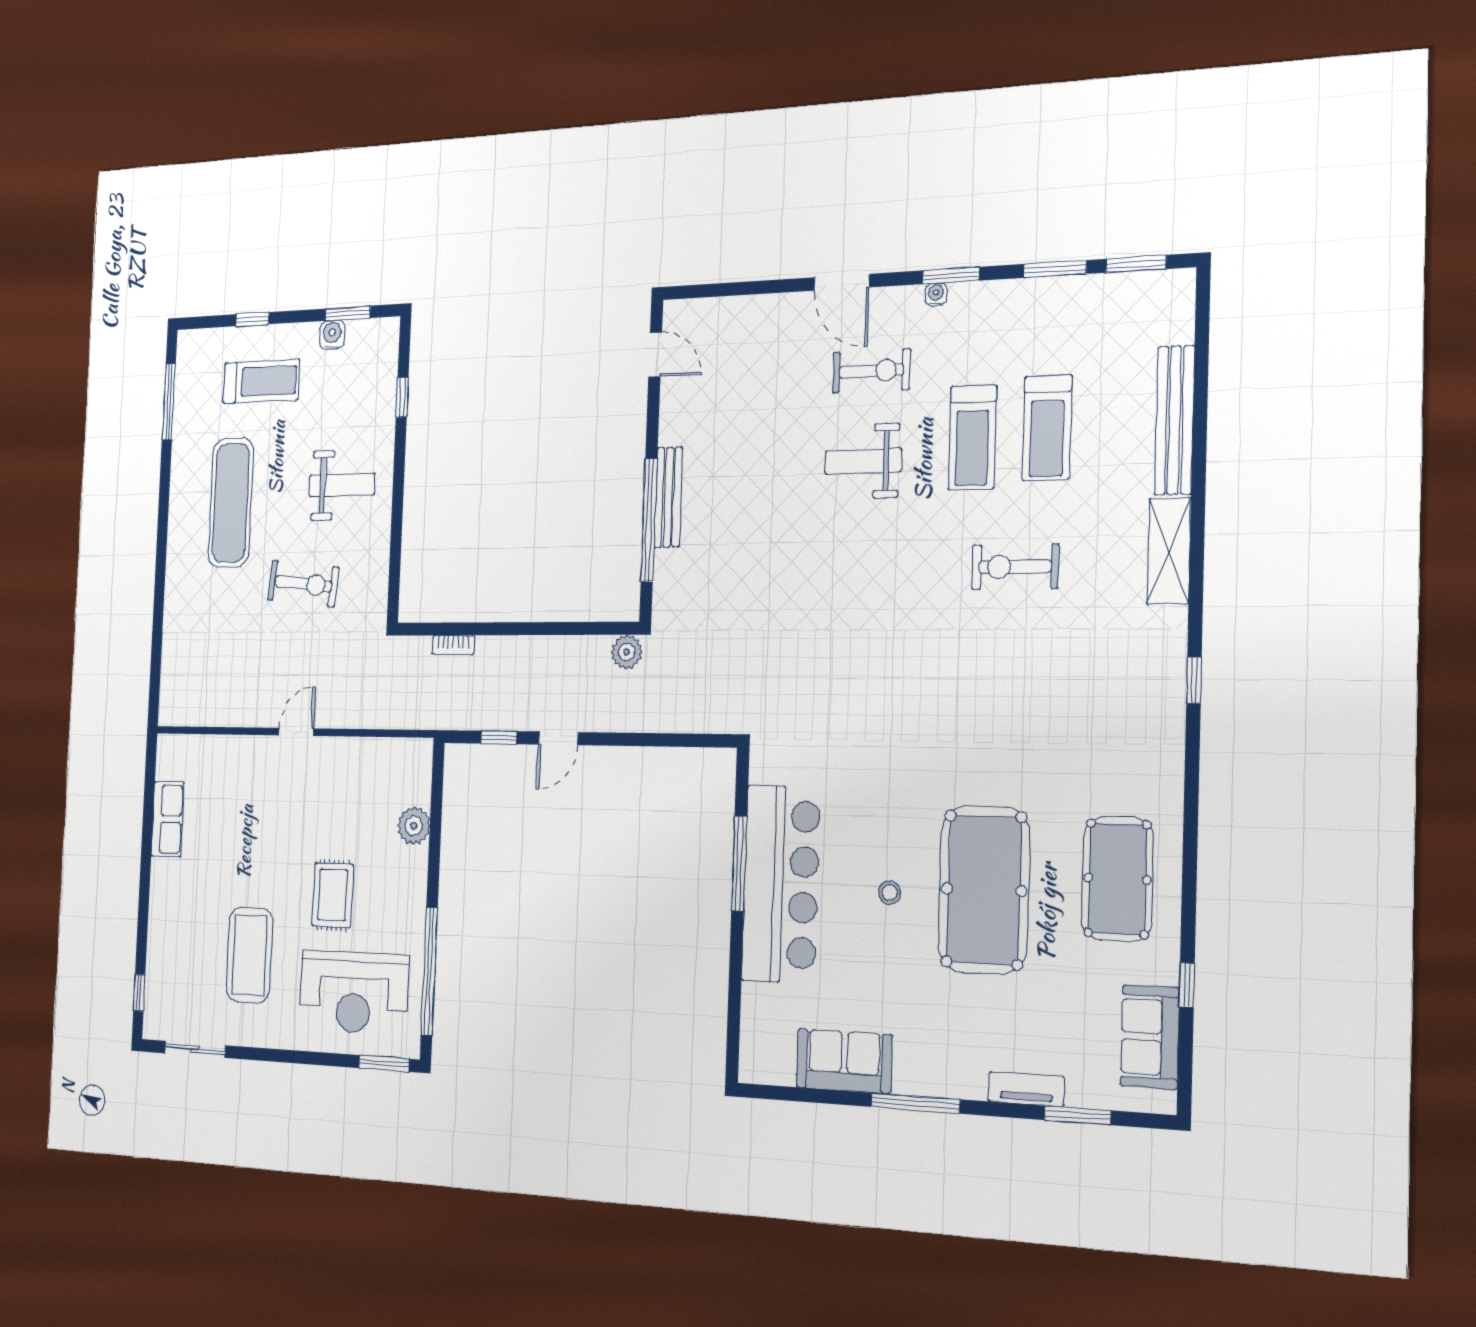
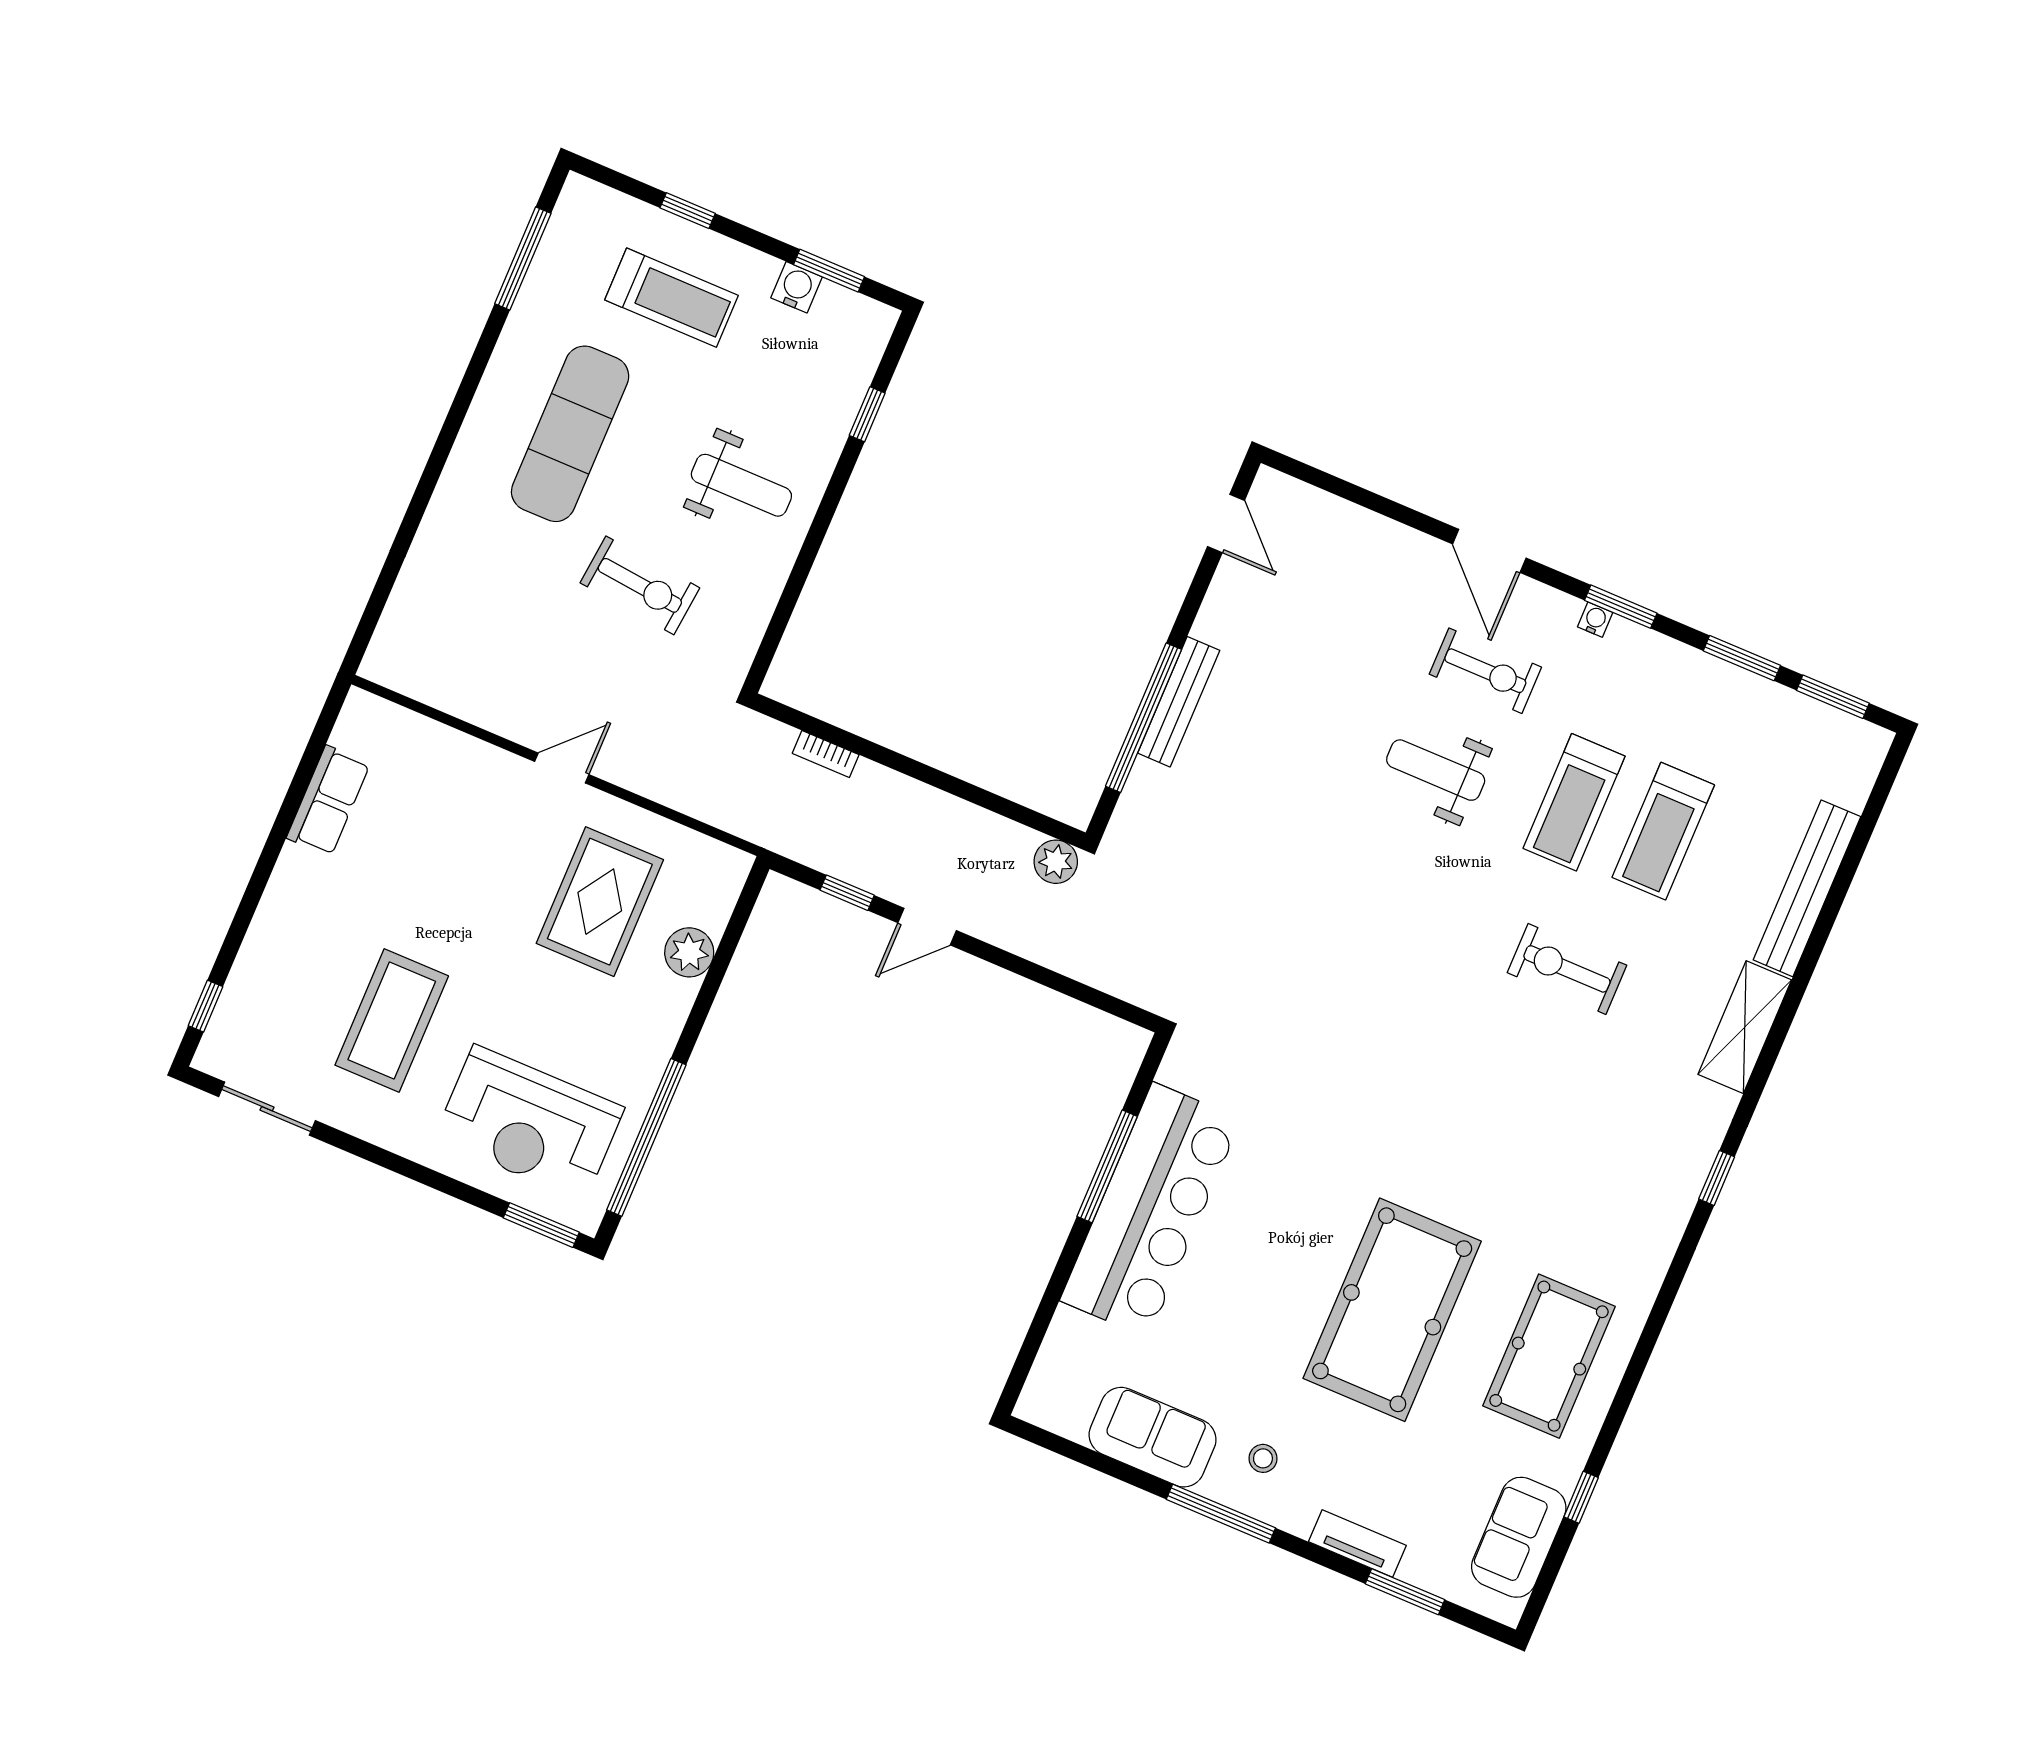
stool: (890, 893) -> (1263, 1458), moved
rug: (333, 895) -> (600, 902), moved, width x1.36, depth x1.43

